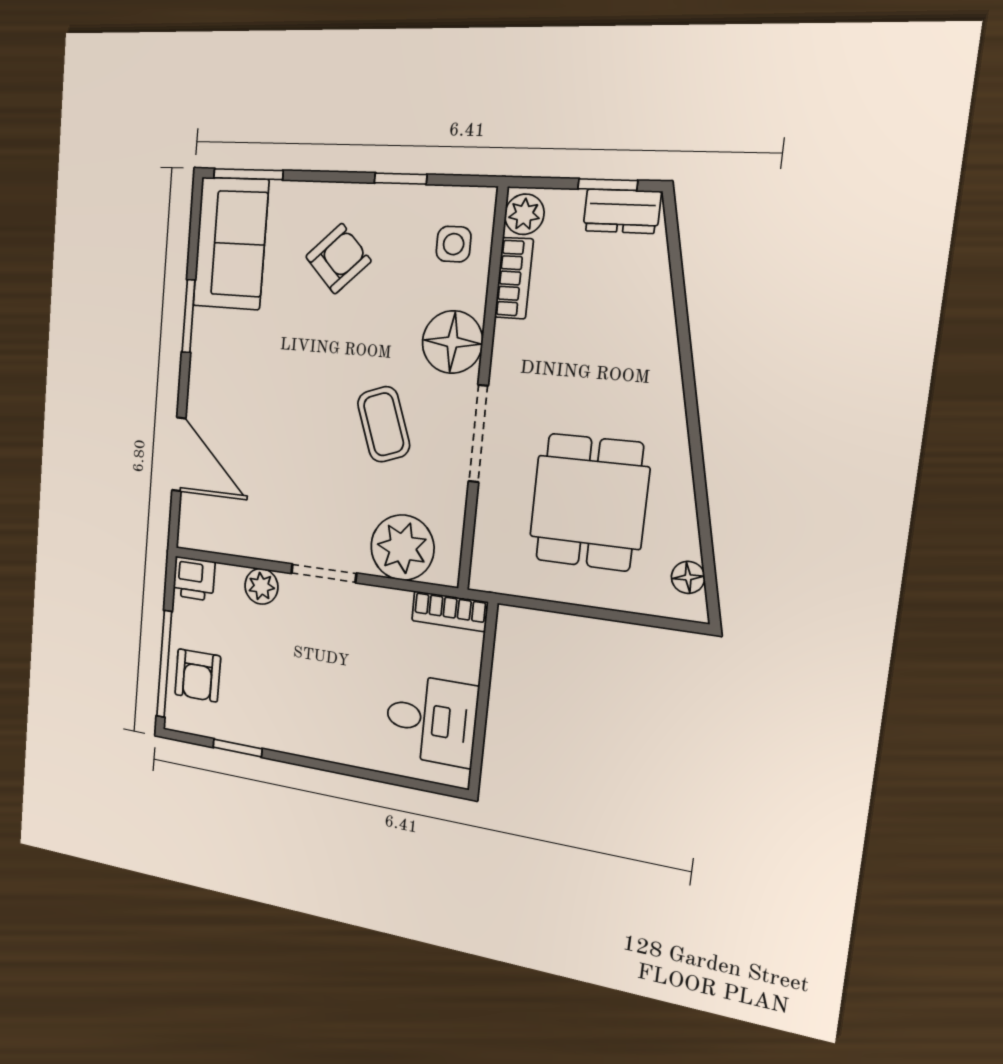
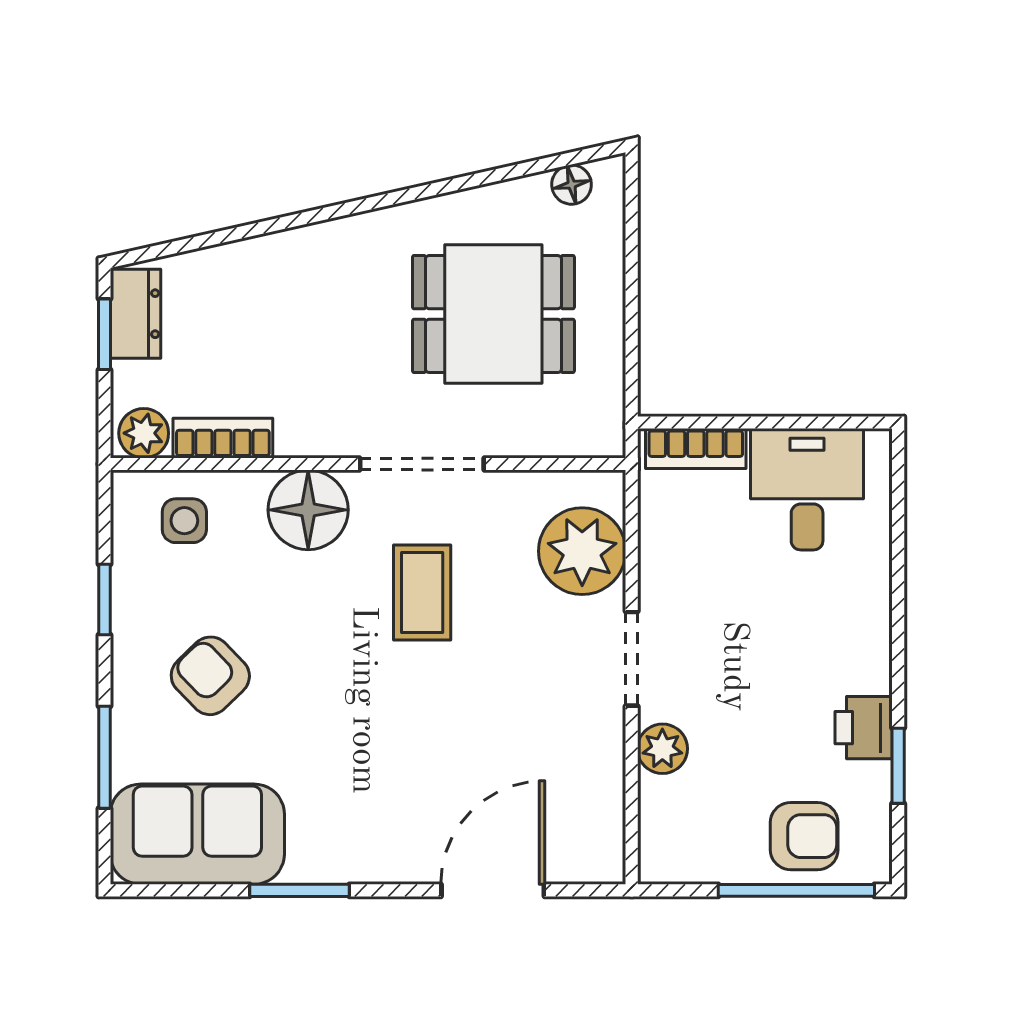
window: (248, 174) -> (105, 757), moved
coffee table: (384, 424) -> (422, 593), turned -70
printer: (194, 579) -> (864, 728), moved, turned 180
bookcase: (450, 611) -> (696, 448), moved, turned 90

